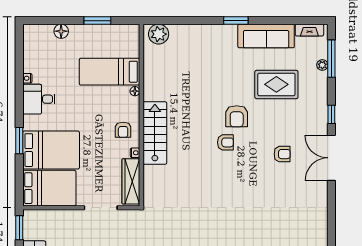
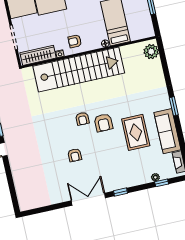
window: (331, 59) -> (162, 183), width x0.46
rug: (276, 84) -> (136, 132), moved
armchair: (237, 116) -> (103, 123), turned -90
stairs: (155, 133) -> (79, 70), width x1.86, depth x1.51
armchair: (282, 154) -> (75, 155), moved

